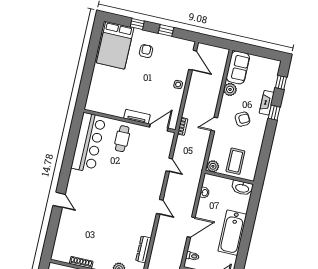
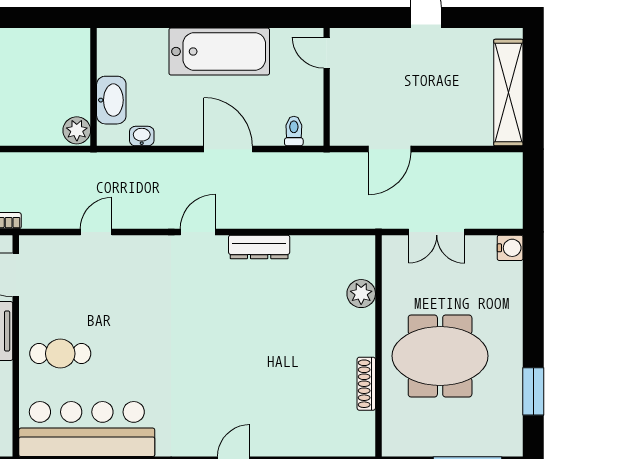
coffee table: (235, 161) -> (53, 81), removed
washbasin: (242, 188) -> (111, 100), moved
dresser: (144, 249) -> (259, 247), moved

